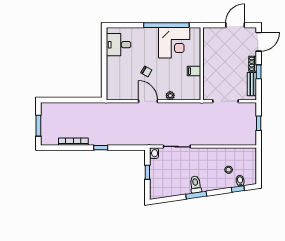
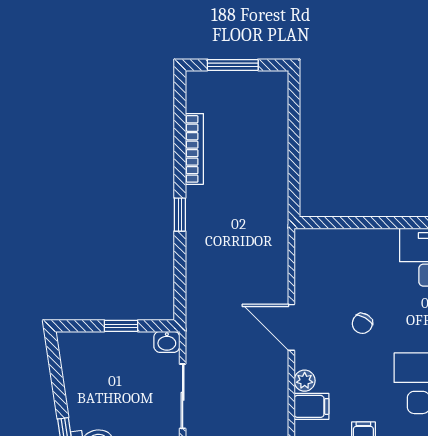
filing cabinet: (181, 93) -> (311, 406), added
door: (148, 101) -> (291, 327), swing flipped

